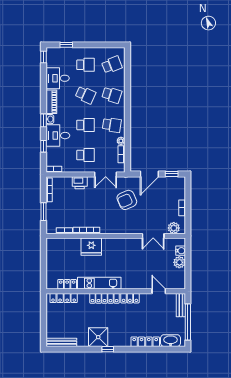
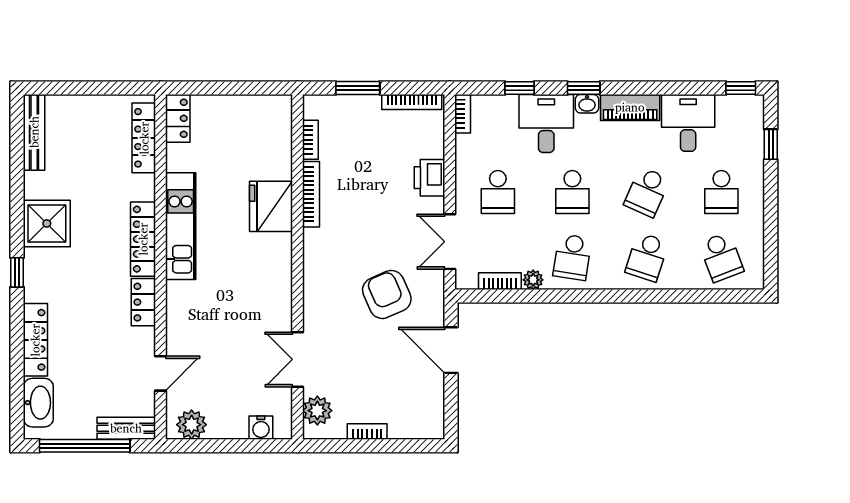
window: (172, 174) -> (451, 405), removed
plant: (179, 262) -> (192, 425), moved
locker: (67, 284) -> (178, 118), moved
window: (108, 349) -> (17, 272), moved

